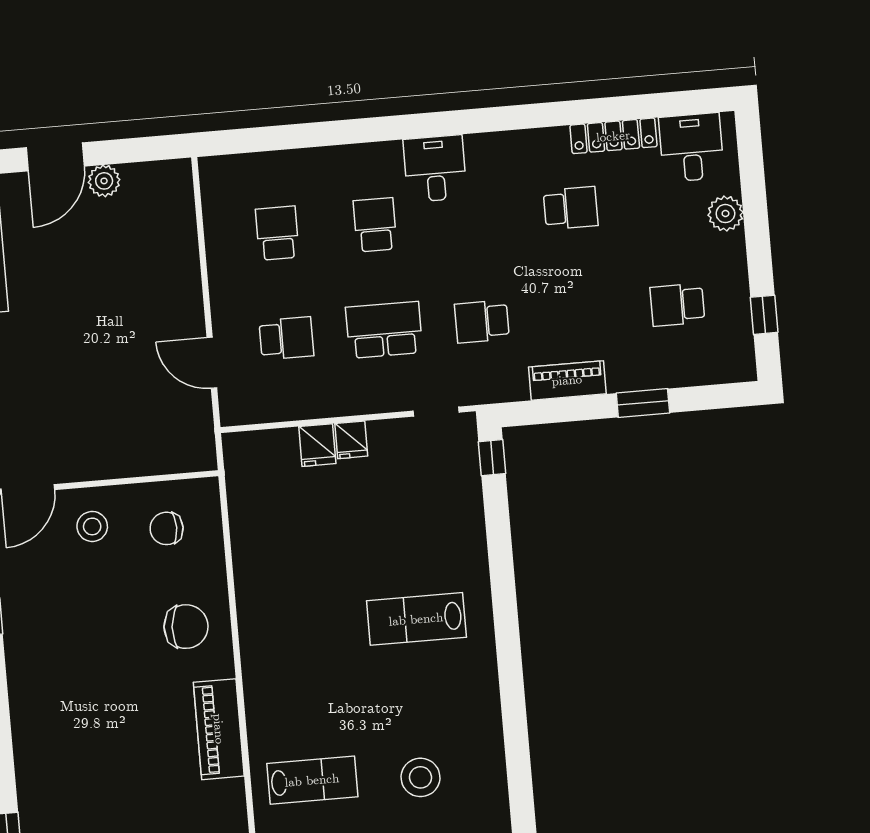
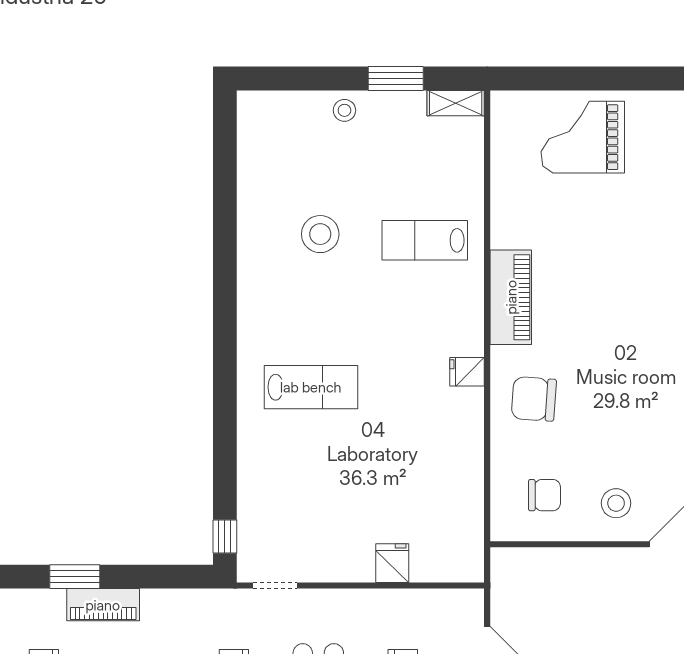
piano: (567, 380) -> (103, 605), moved
fridge: (351, 440) -> (467, 372), moved, turned -90

